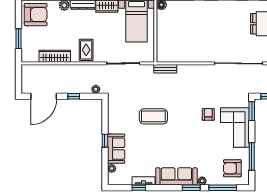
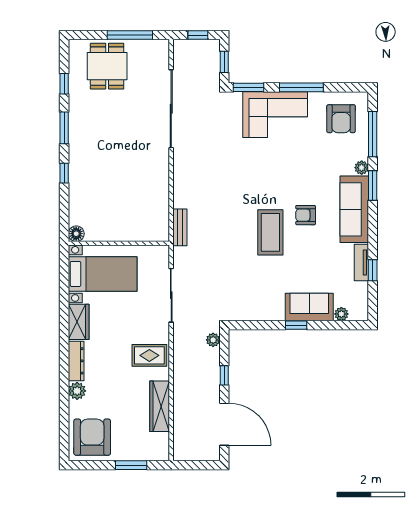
armchair: (208, 114) -> (306, 215), moved
coffee table: (153, 116) -> (270, 232), moved
window: (252, 156) -> (301, 87), moved

